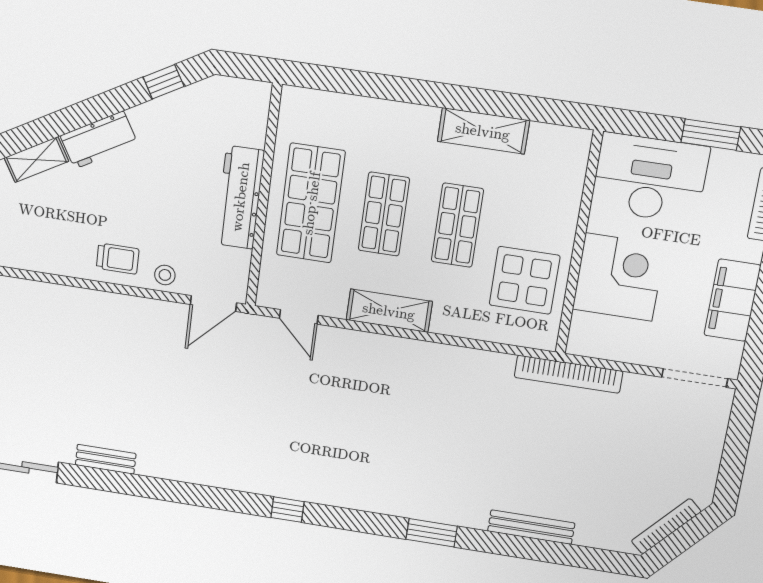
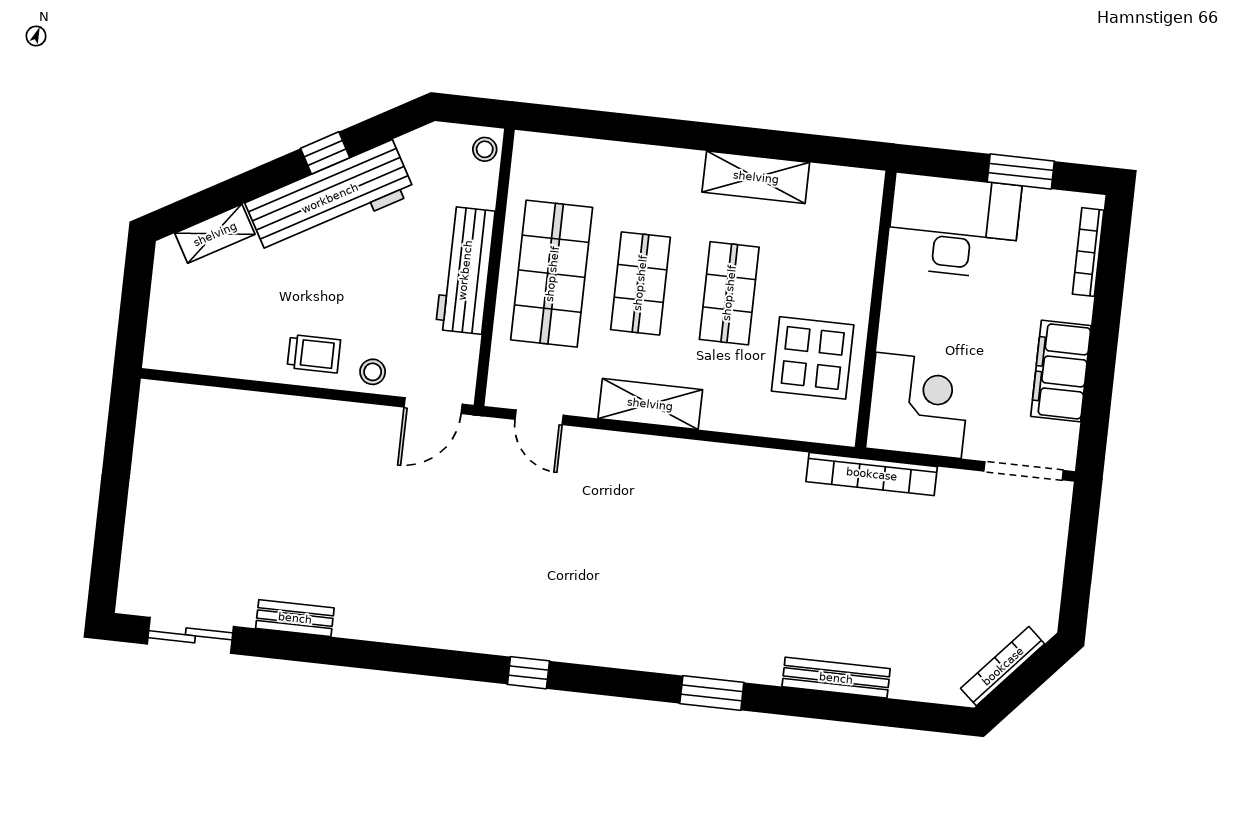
window: (163, 82) -> (325, 153), moved
stool: (257, 99) -> (485, 149), added
workbench: (99, 140) -> (330, 198), width x1.88, depth x1.32
corner desk: (619, 277) -> (919, 405), moved

